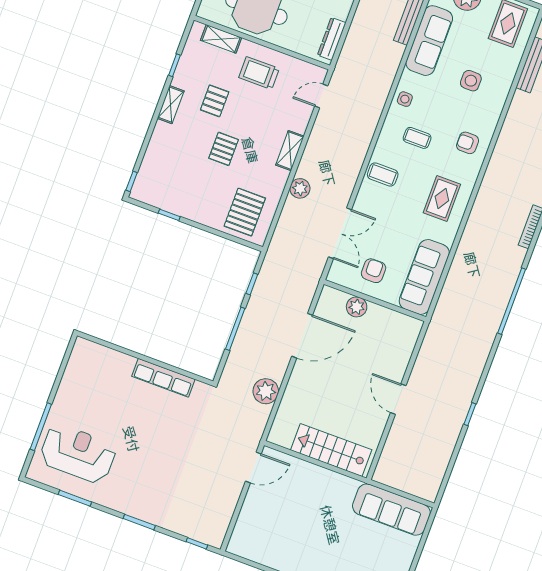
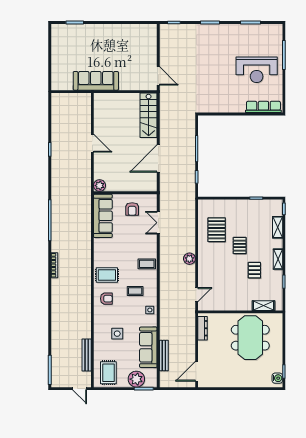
trolley: (259, 73) -> (236, 295), removed
shelving: (290, 151) -> (278, 227), moved
plant: (300, 188) -> (189, 259), moved
rug: (442, 198) -> (107, 275), moved, turned 90
pallet: (245, 212) -> (217, 230), moved
double door: (340, 233) -> (158, 223), width x0.73
plant: (357, 307) -> (100, 186), moved
row of seats: (163, 378) -> (263, 107), moved
plant: (266, 391) -> (167, 120), removed
stairs: (331, 450) -> (149, 115), moved, turned 90
reception desk: (78, 454) -> (257, 70), moved
door: (253, 467) -> (158, 76), swing flipped
sofa: (391, 510) -> (96, 81), moved

